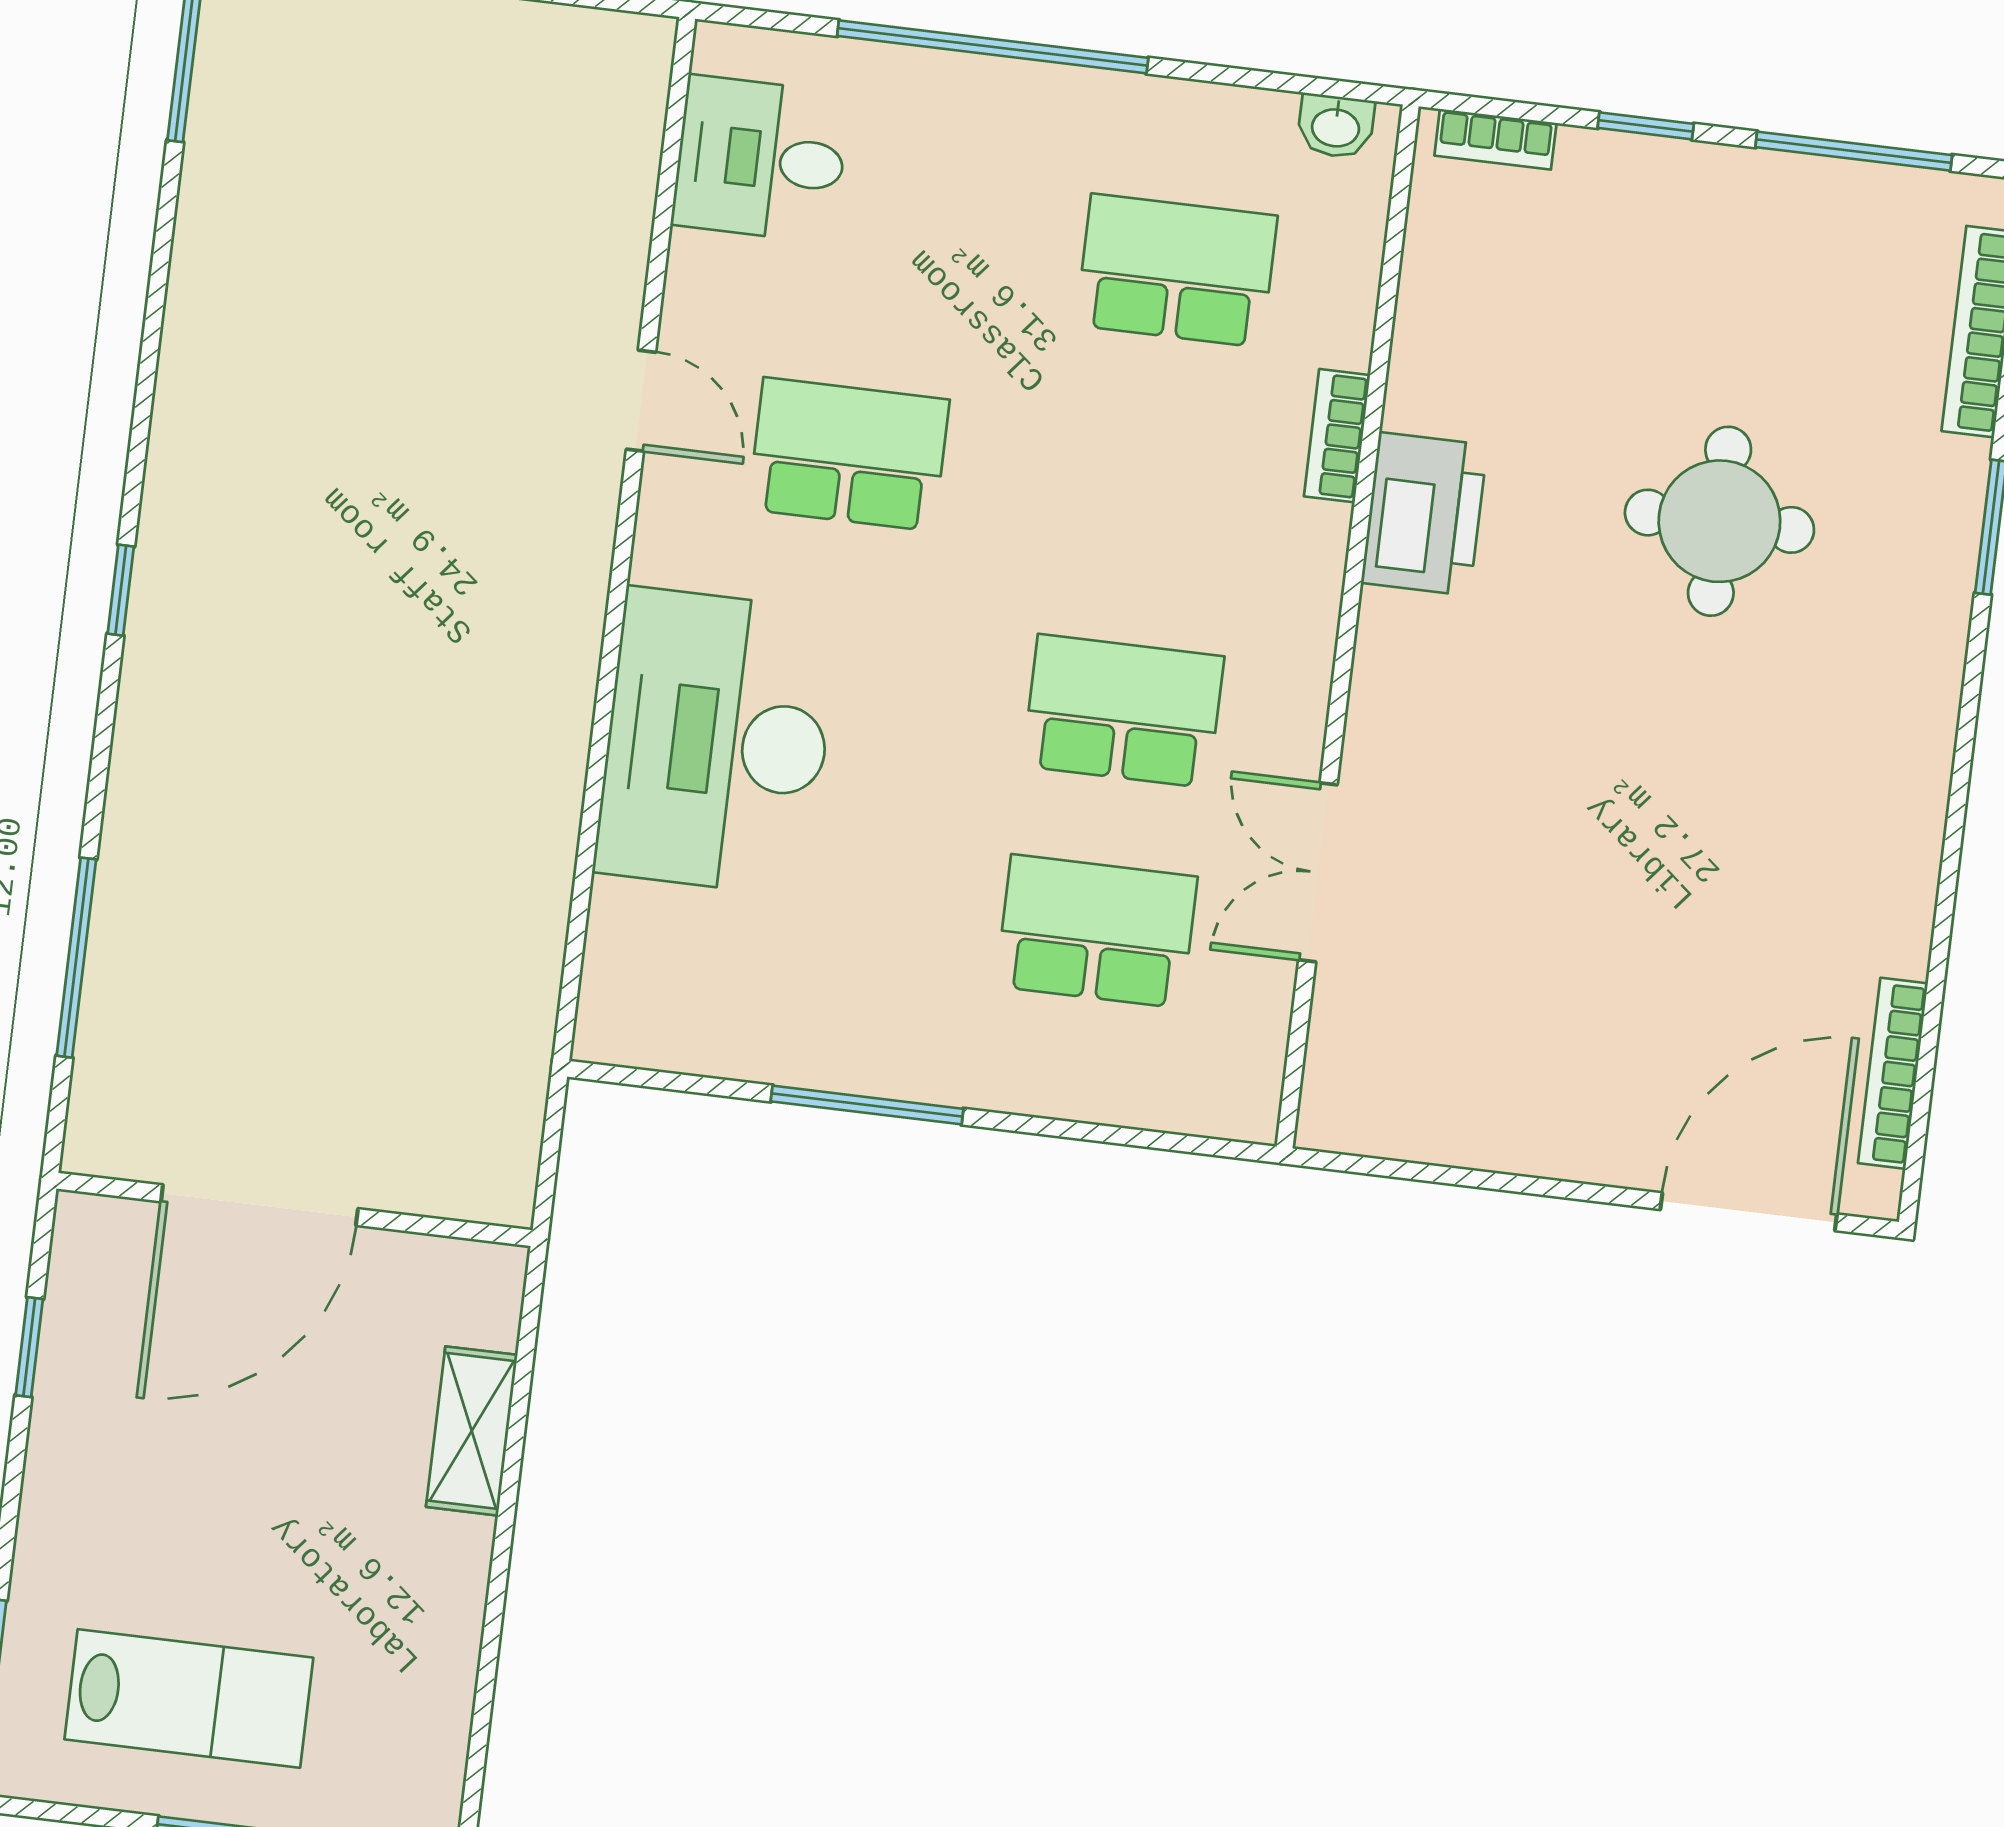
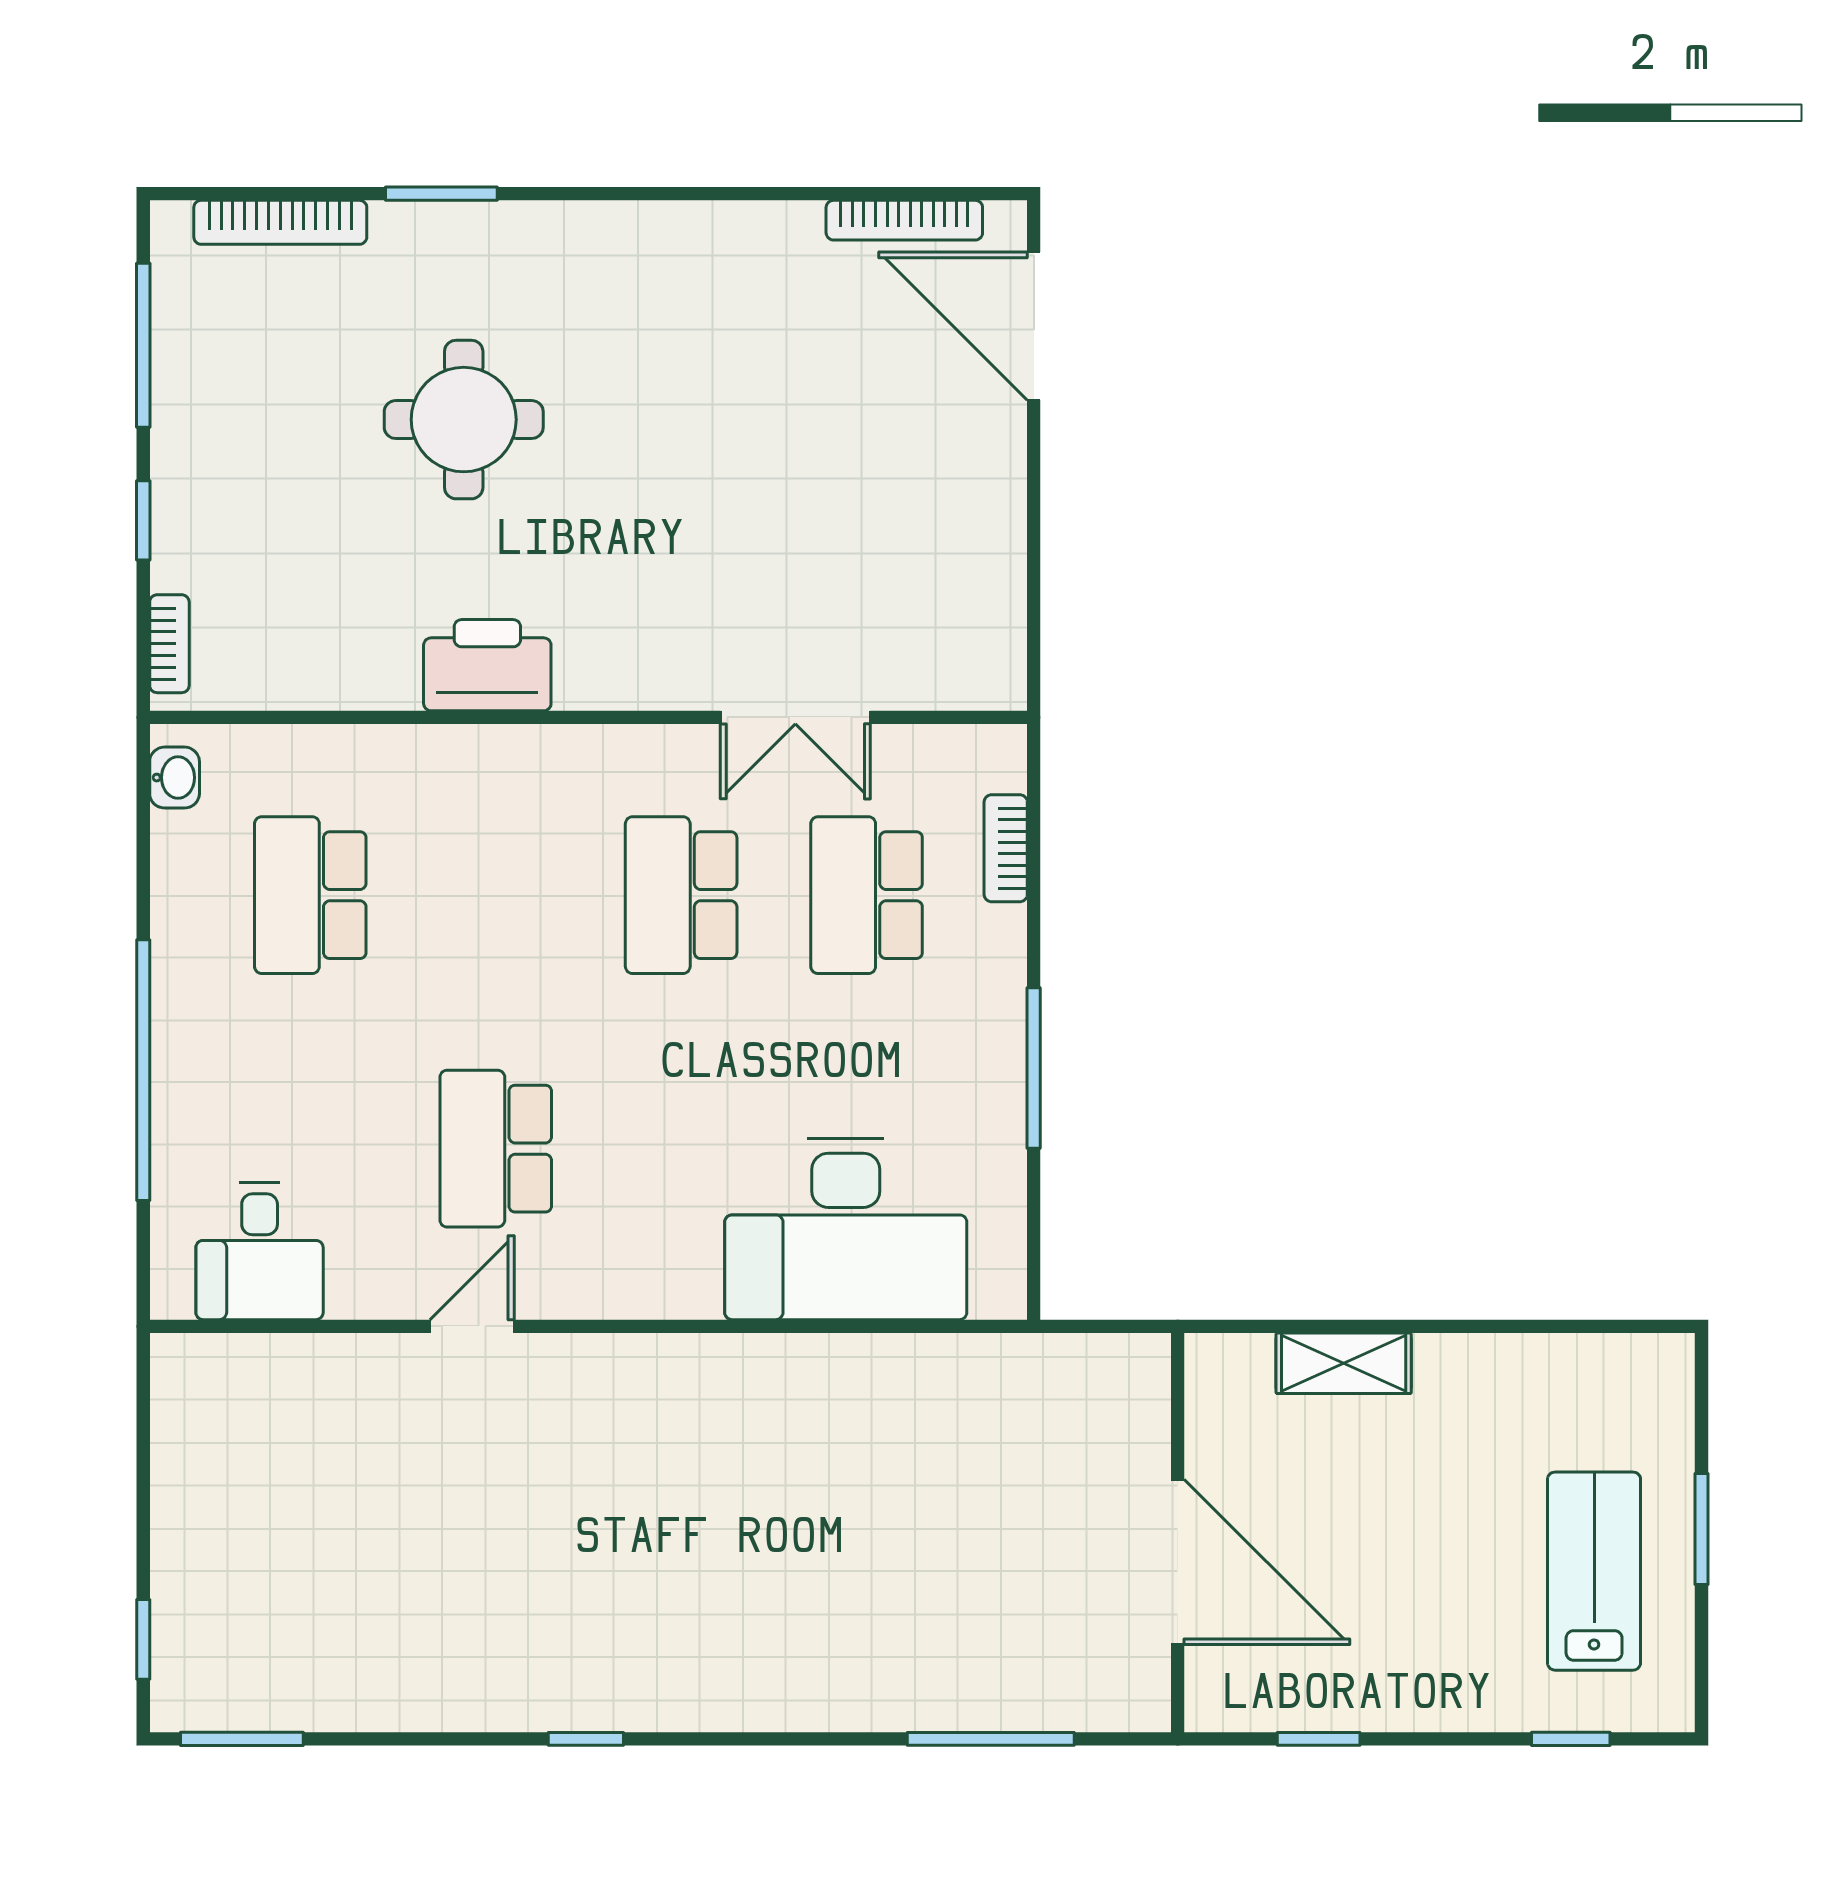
bookcase: (1337, 436) -> (1006, 848), moved, turned 90
window: (121, 590) -> (586, 1739), moved
desk: (717, 742) -> (846, 1229), moved

